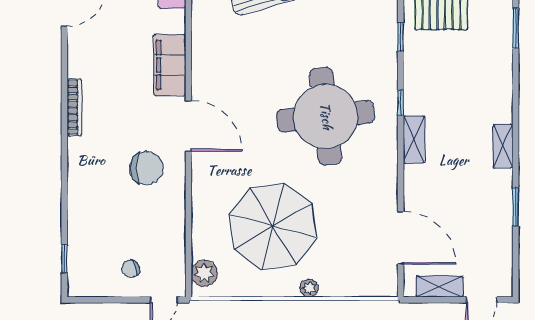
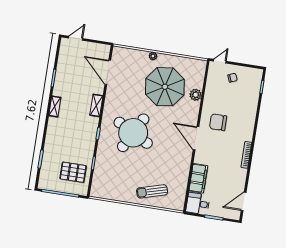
filing cabinet: (170, 65) -> (198, 178), moved
round table: (326, 116) -> (133, 133), turned 34
shelving: (414, 139) -> (96, 105), moved
plant: (204, 273) -> (196, 95), moved
shelving: (440, 287) -> (94, 47), removed

